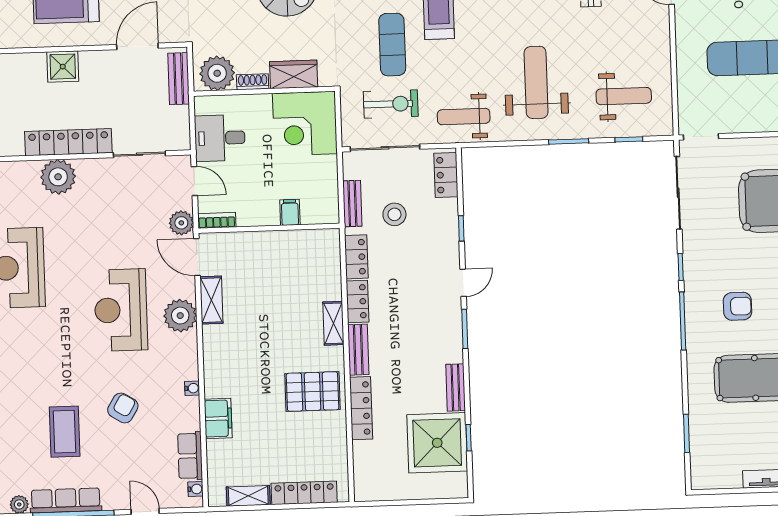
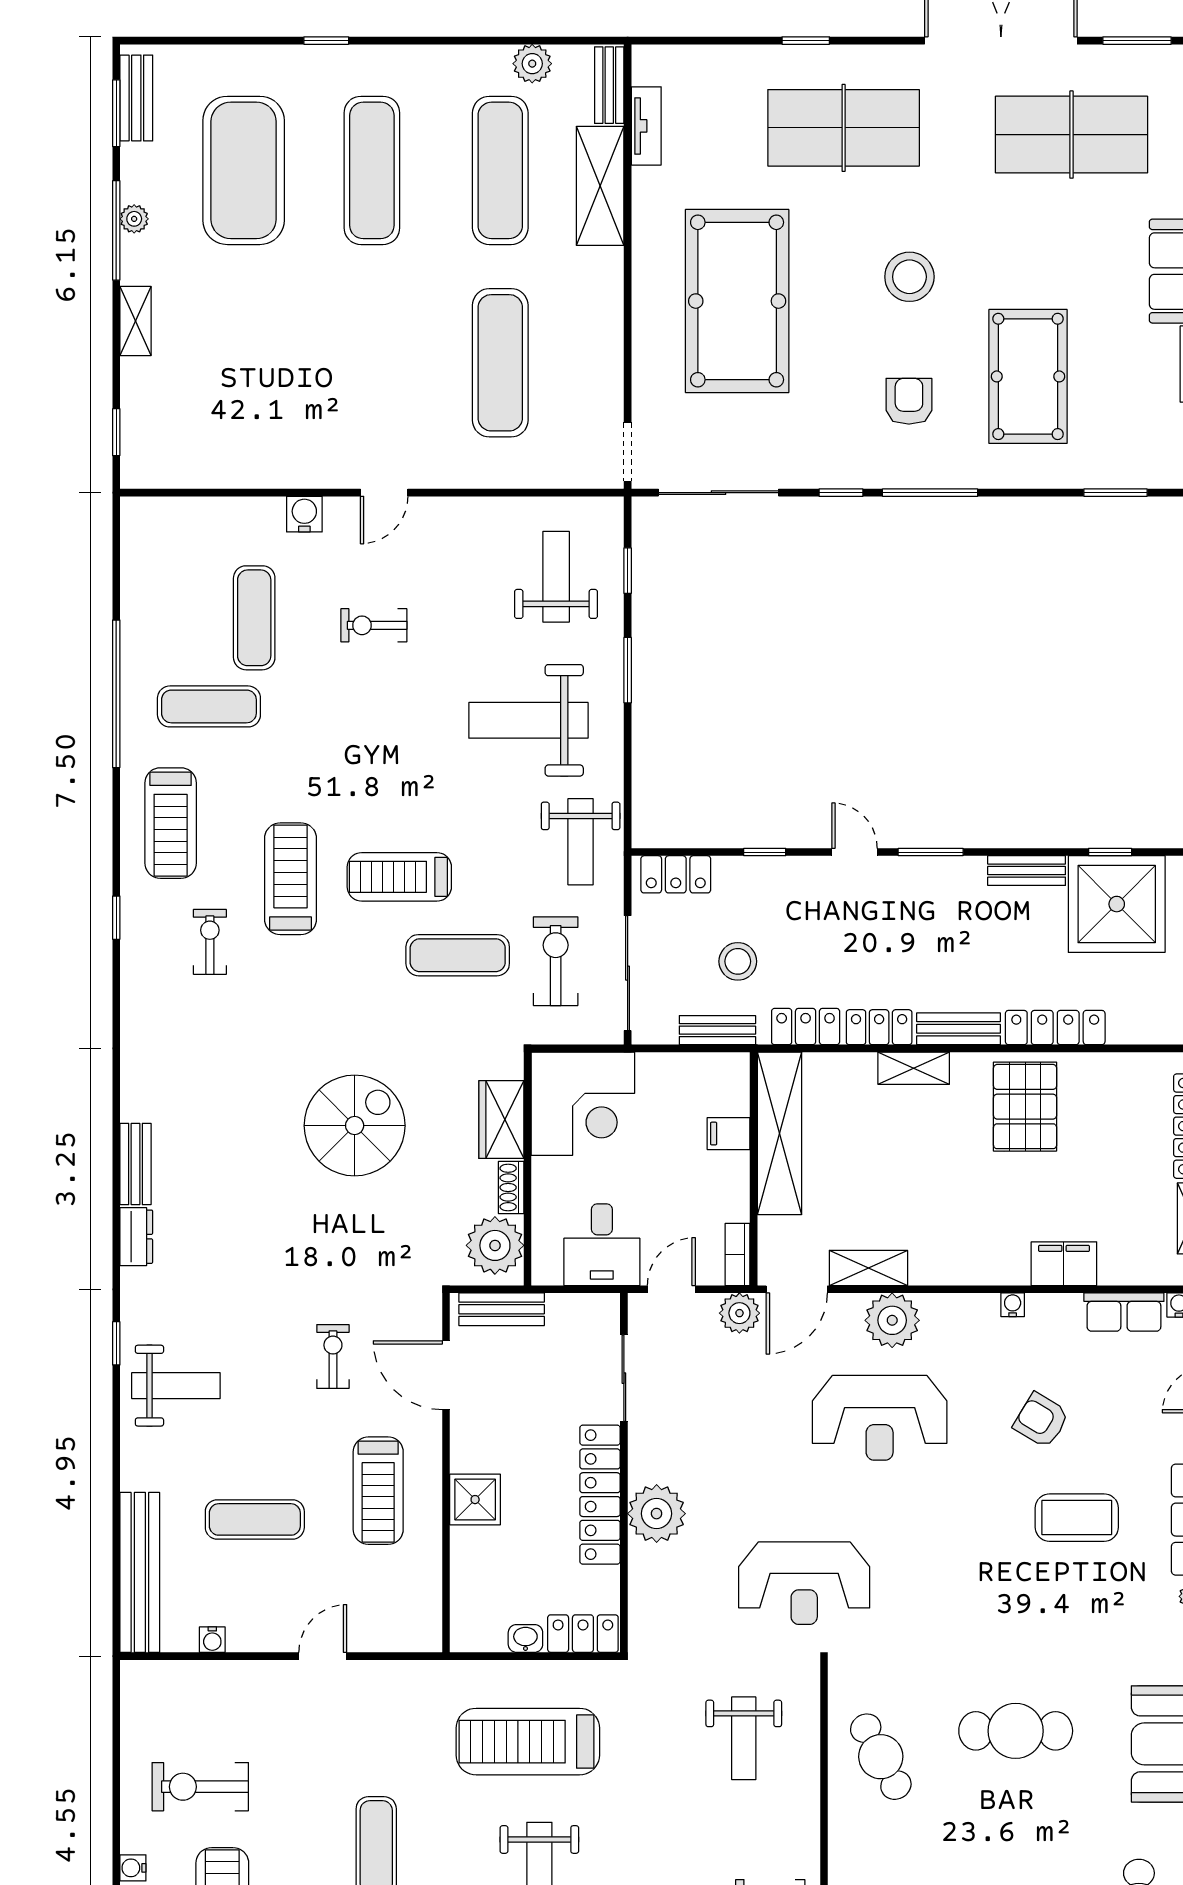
shelving: (291, 243) -> (779, 1133), added

